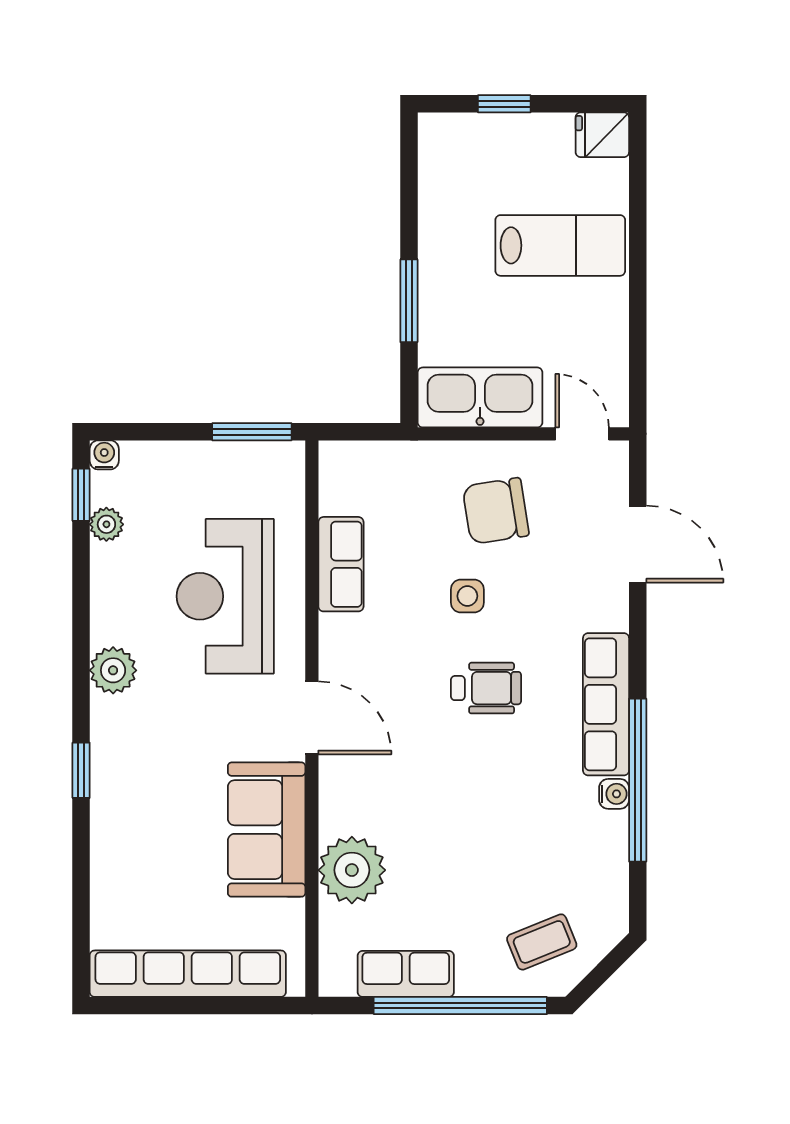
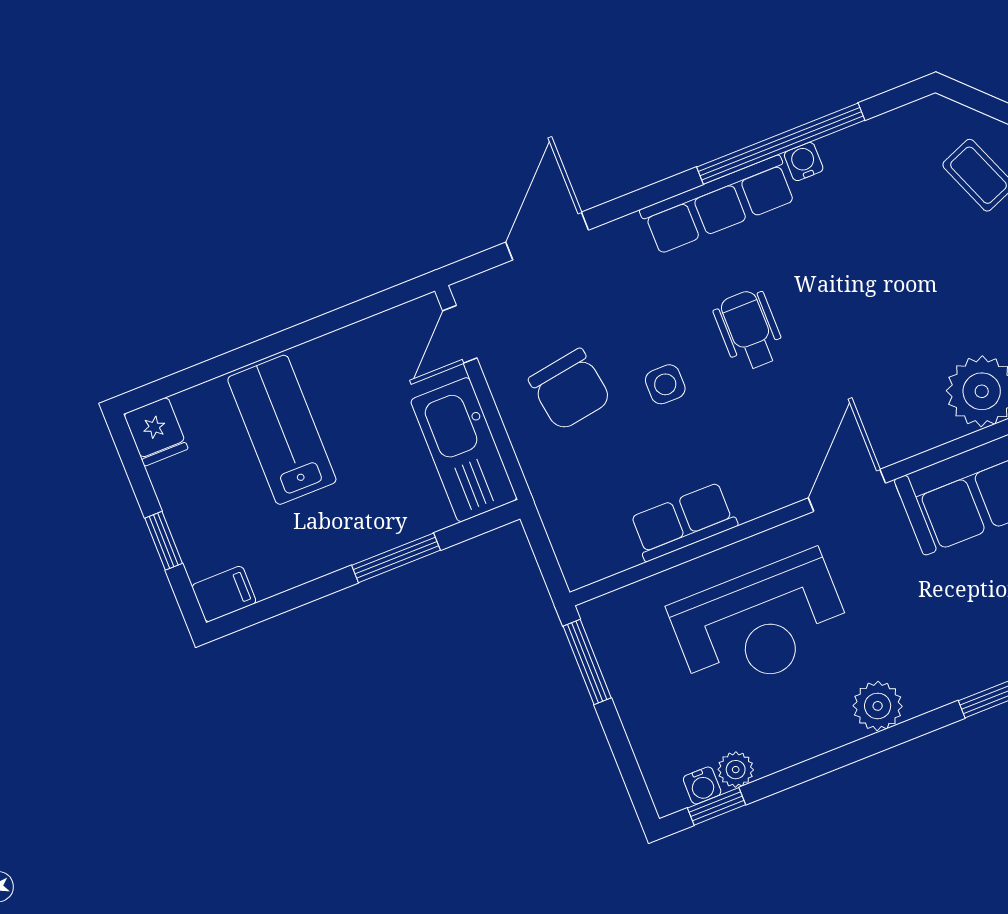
filing cabinet: (437, 138) -> (224, 594), added
water cooler: (104, 455) -> (702, 785), moved, turned -90

